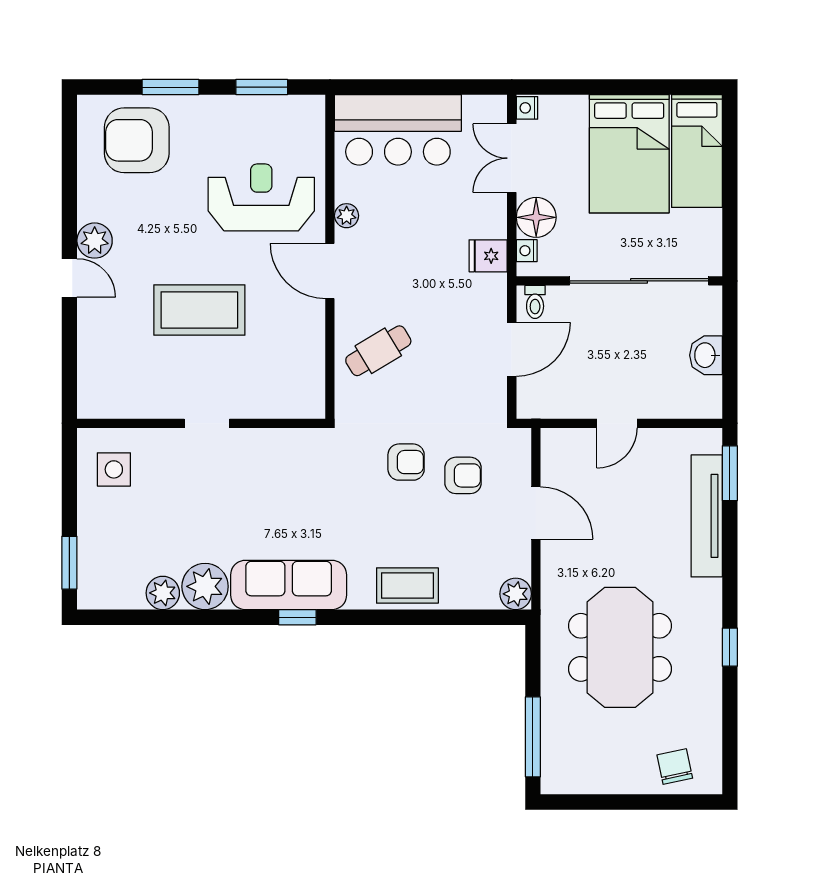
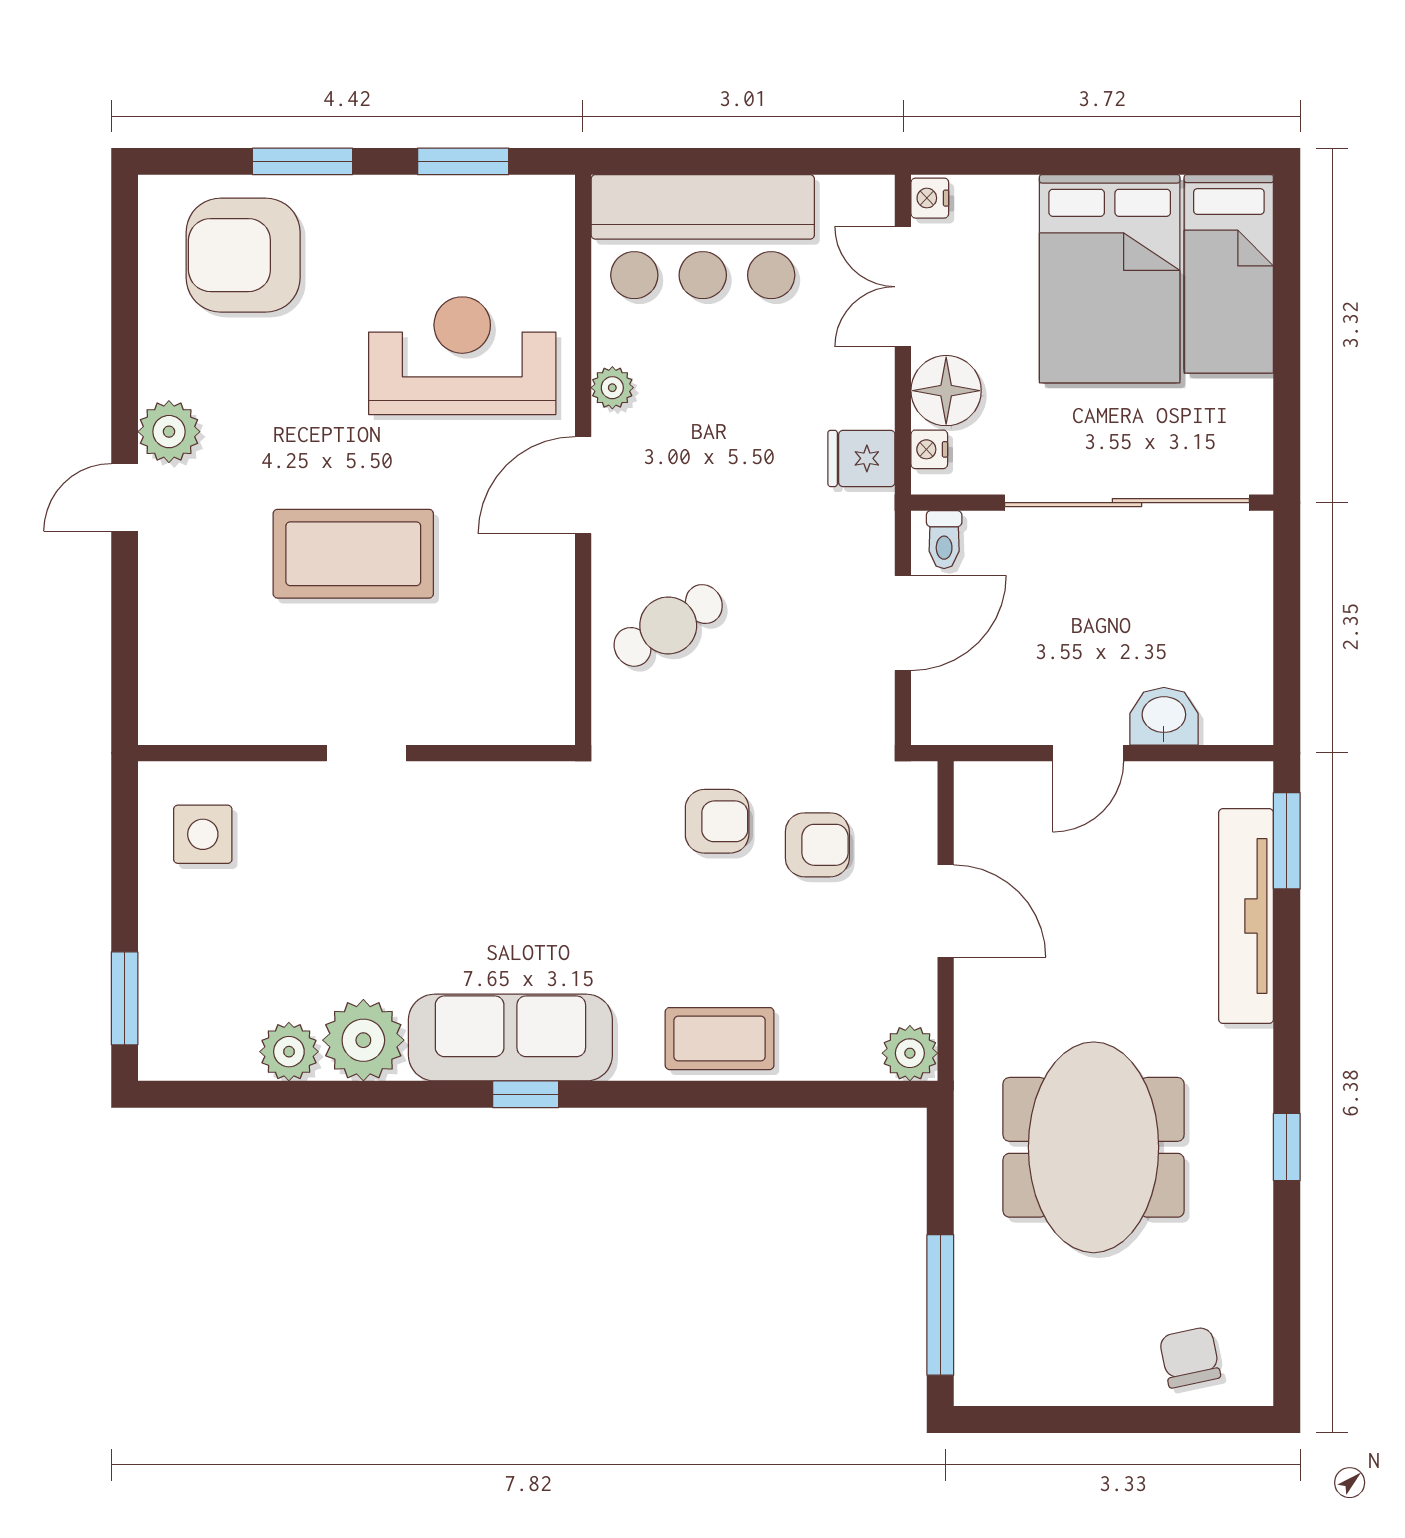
door: (330, 271) -> (583, 485), hinge flipped
door: (69, 278) -> (125, 497), swing flipped
washbasin: (706, 355) -> (1164, 716), moved, turned 90

